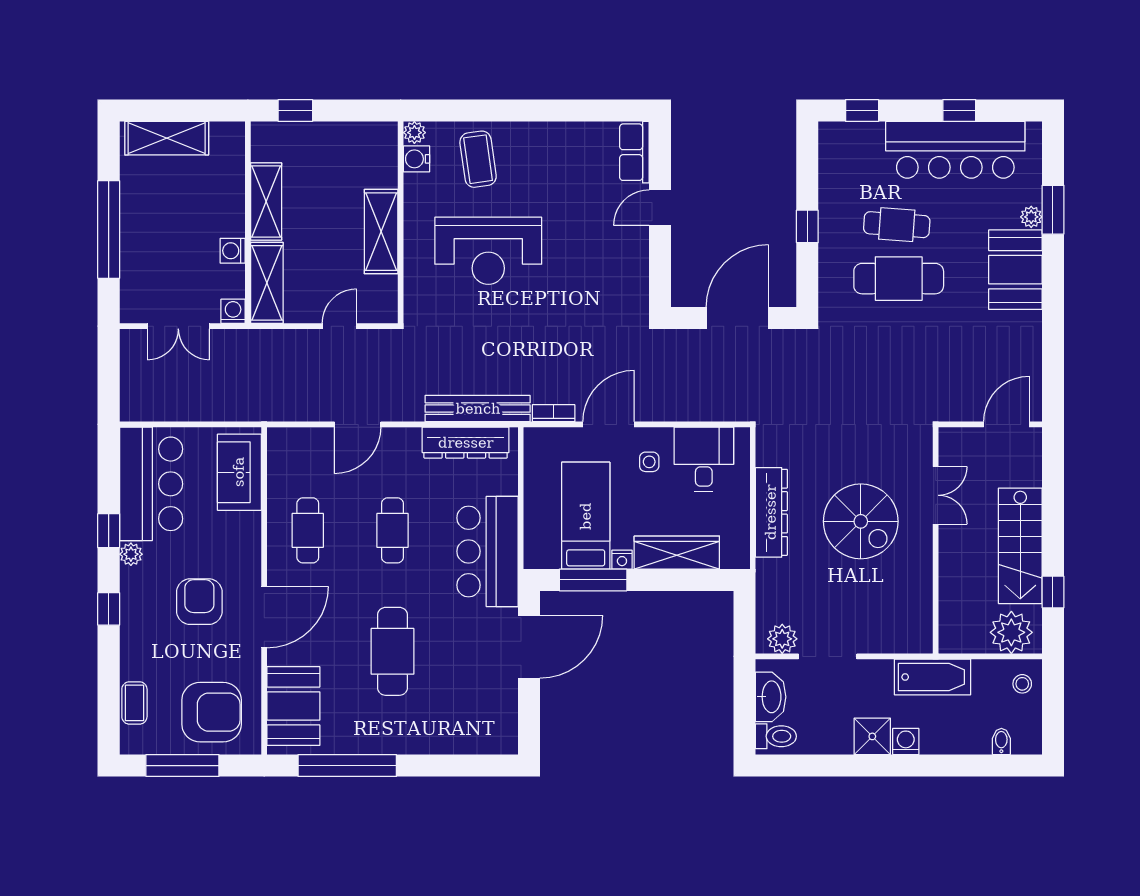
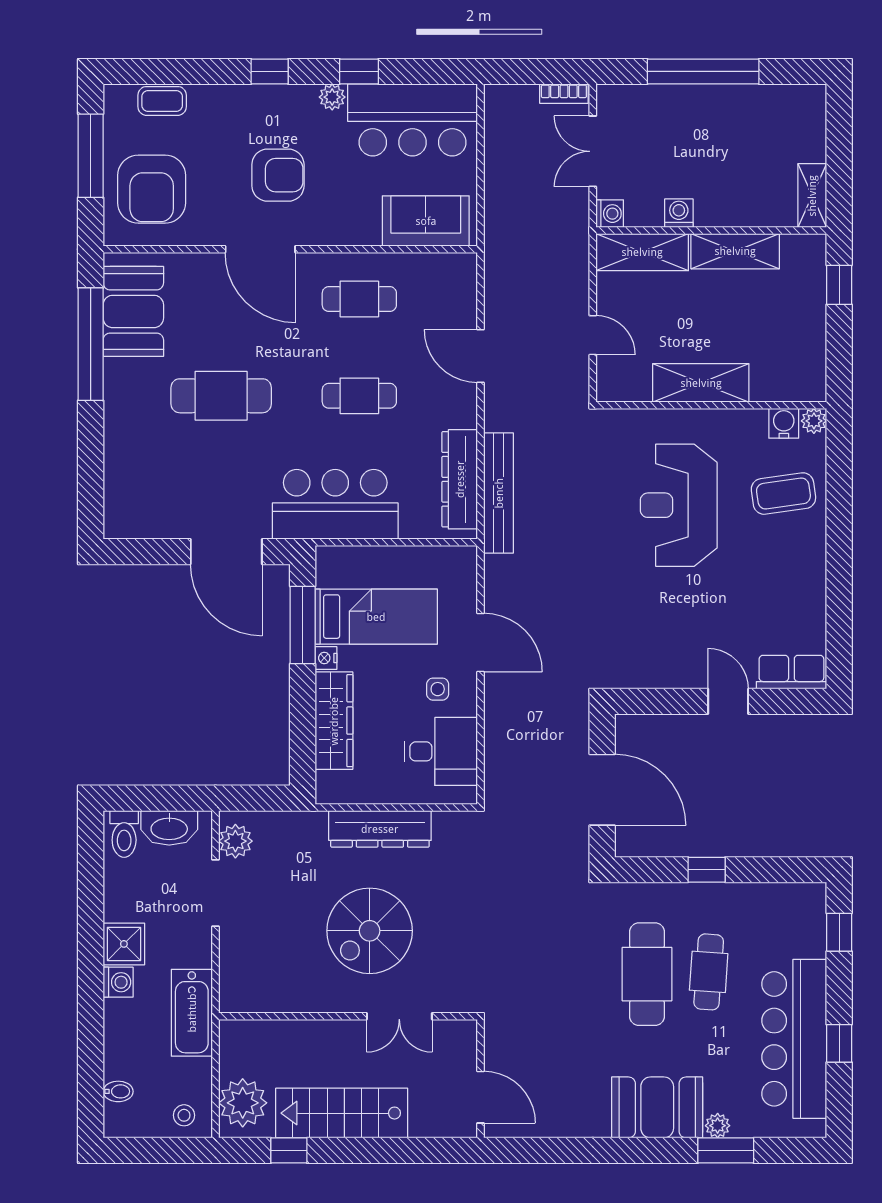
shelving: (167, 138) -> (812, 196), moved, width x0.67, depth x0.75
bookcase: (554, 413) -> (564, 94), moved, turned 90
booth: (293, 706) -> (133, 311), moved, turned 90

